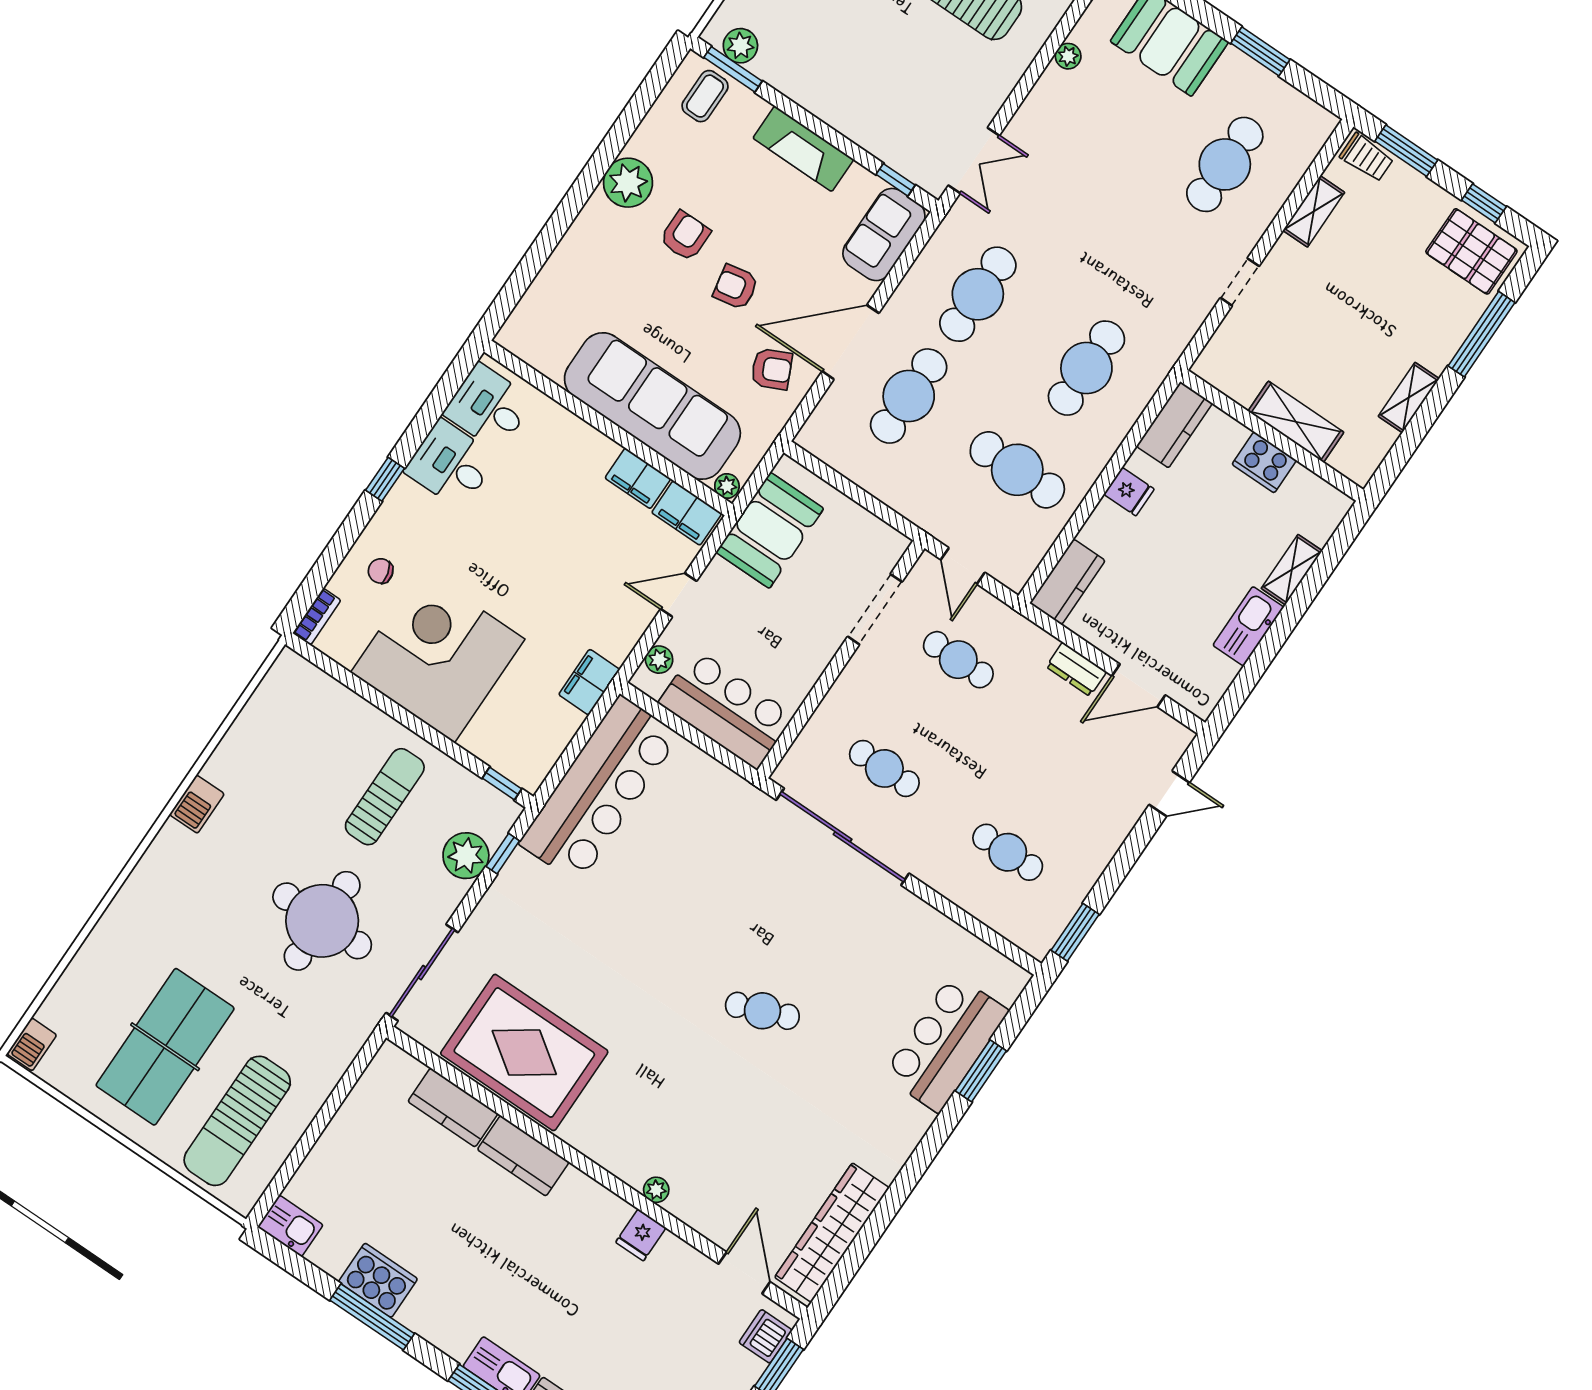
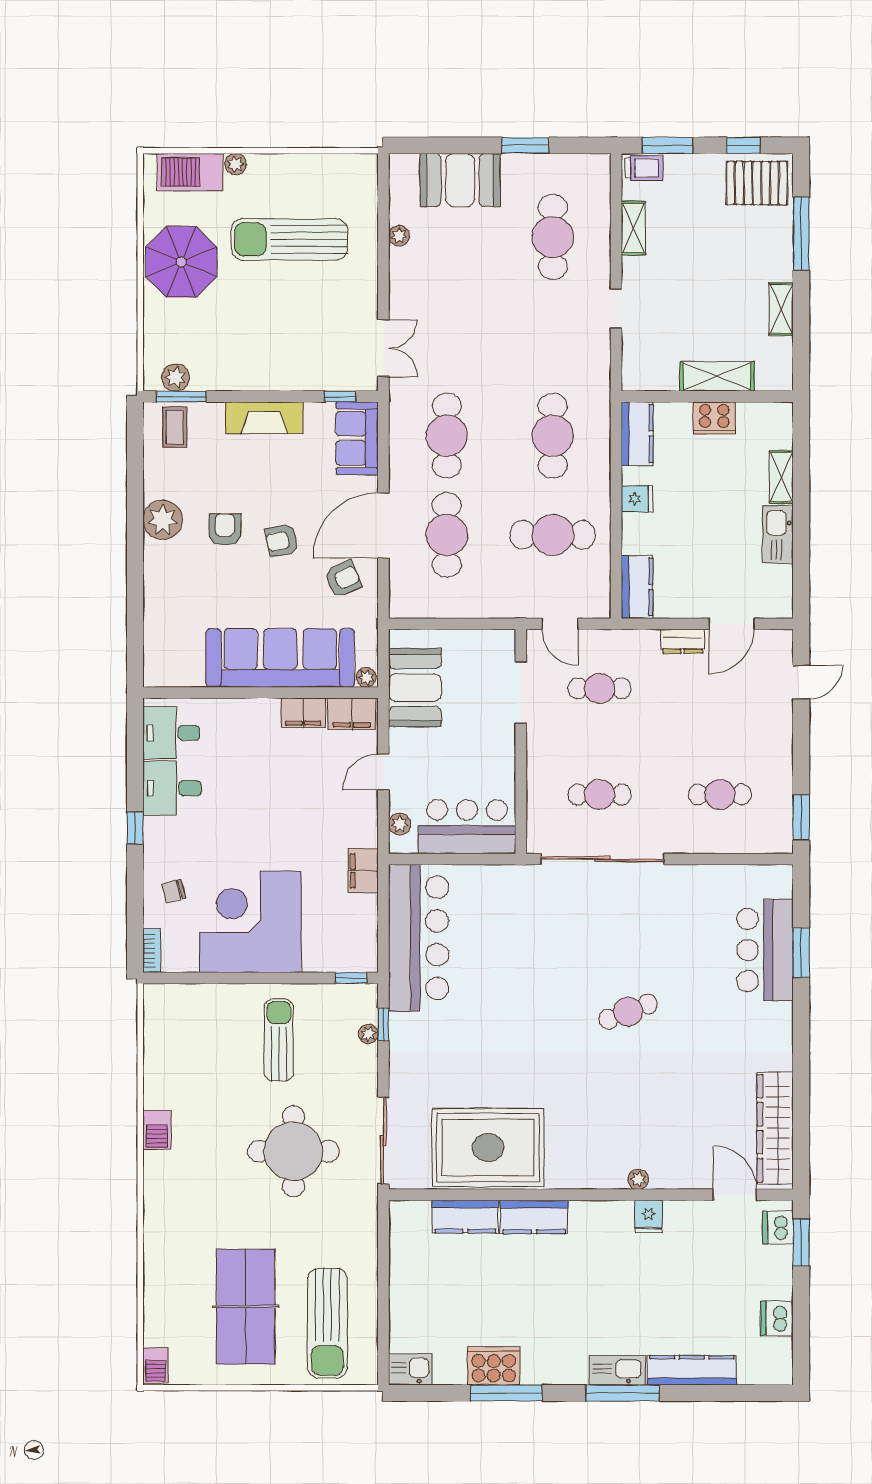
plant: (466, 856) -> (368, 1034), width x0.53, depth x0.53

